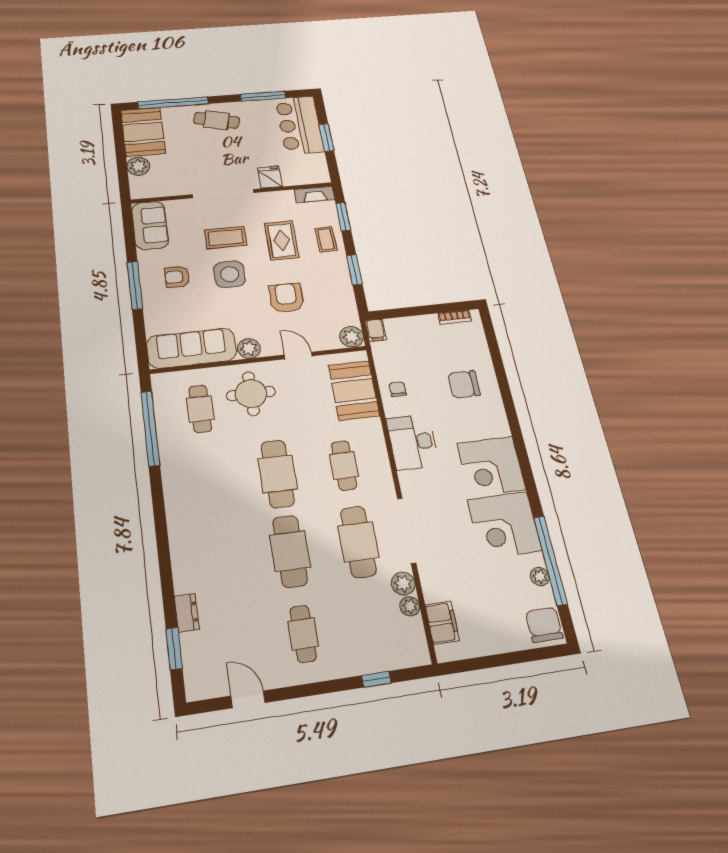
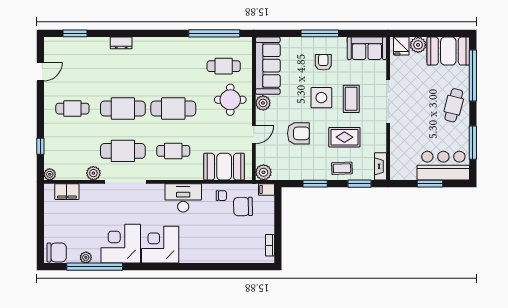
fridge: (270, 177) -> (401, 46), moved, turned 90
chair: (464, 384) -> (243, 207), moved, turned -91
plant: (410, 606) -> (50, 174), moved
dresser: (187, 613) -> (121, 43), moved

